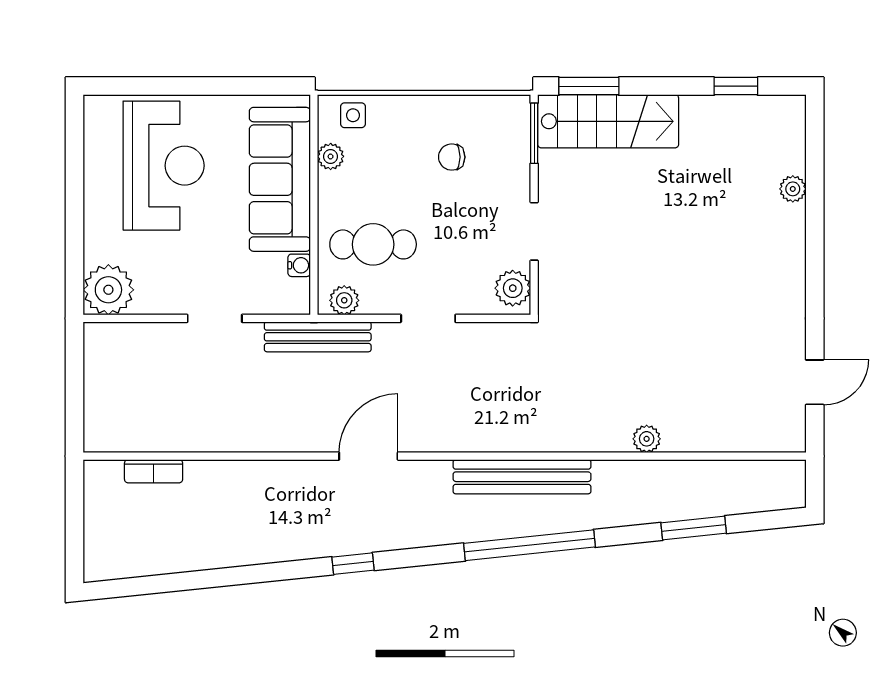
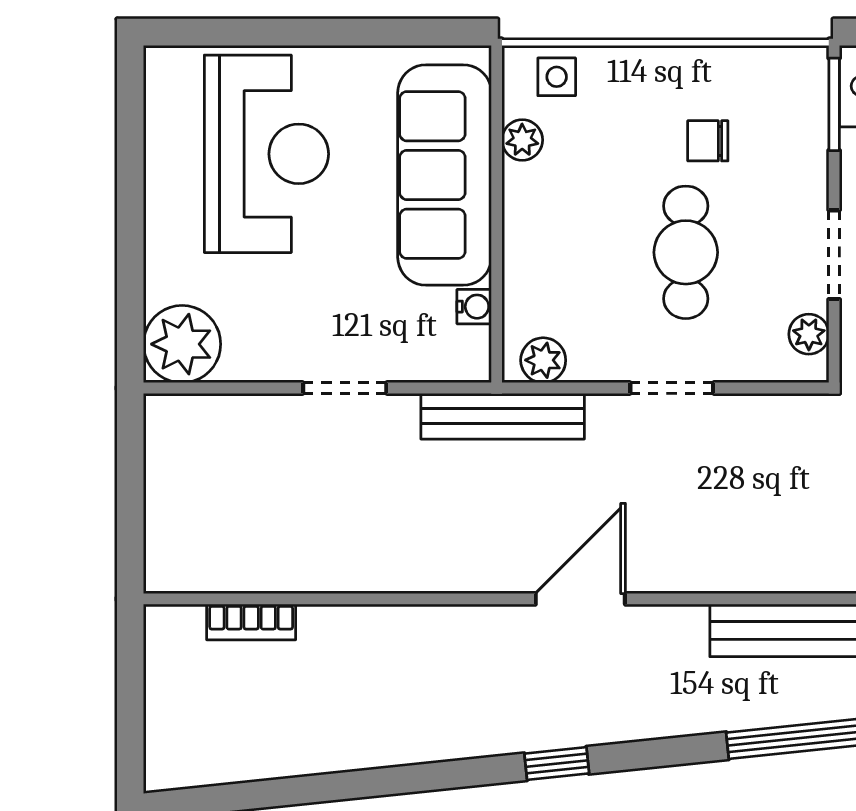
cafe table: (373, 244) -> (686, 252), moved, turned 90
plant: (513, 288) -> (809, 334), width x0.73, depth x0.73

